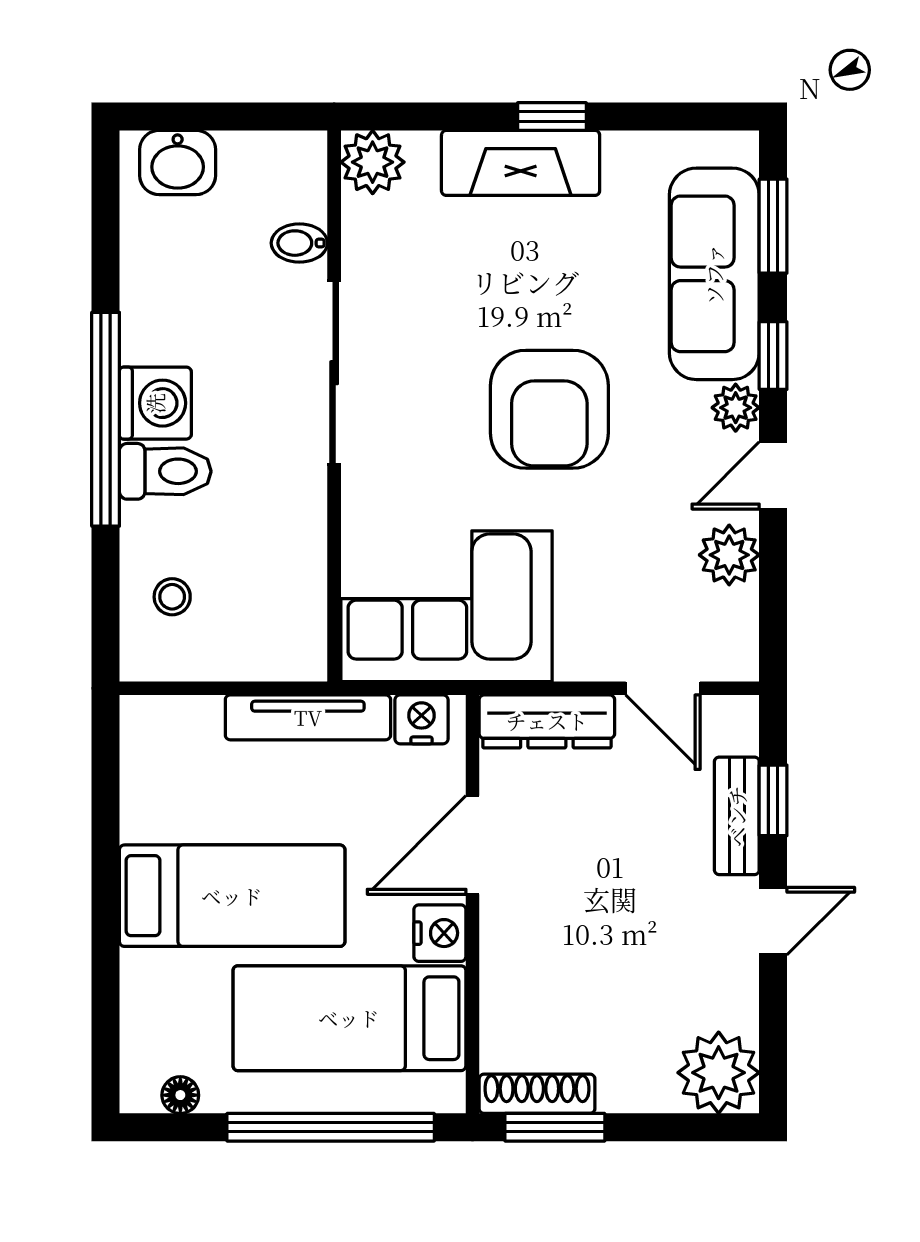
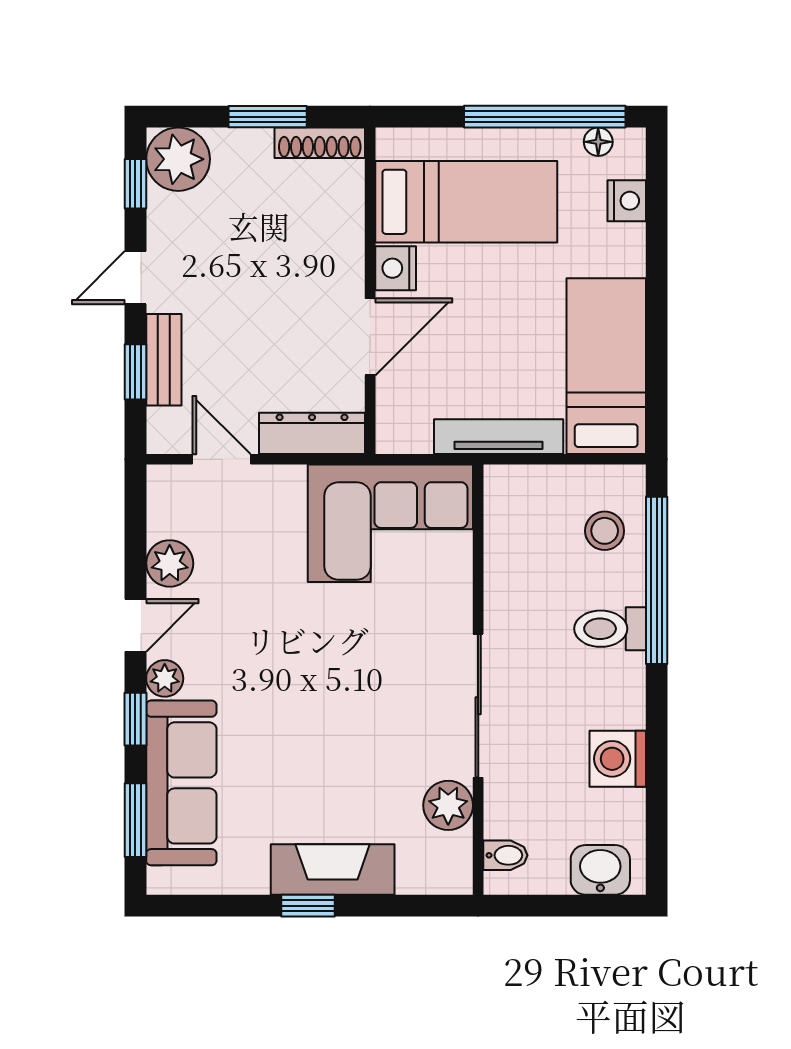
plant: (373, 162) -> (448, 805), moved
bidet: (299, 243) -> (505, 855), moved
washing machine: (155, 403) -> (618, 759), moved
armchair: (549, 409) -> (310, 677), removed
window: (106, 419) -> (657, 580), moved
stool: (172, 597) -> (605, 531), width x1.37, depth x1.37
nightstand: (422, 719) -> (627, 201), moved, turned -90
bed: (232, 896) -> (606, 366), moved, turned 90
window: (773, 1041) -> (135, 184), added
window: (331, 1127) -> (545, 117), moved
window: (555, 1127) -> (268, 117), moved

